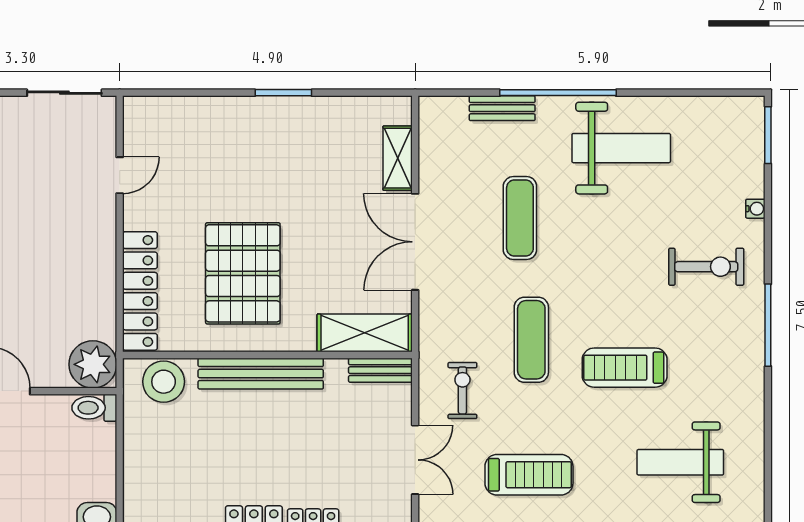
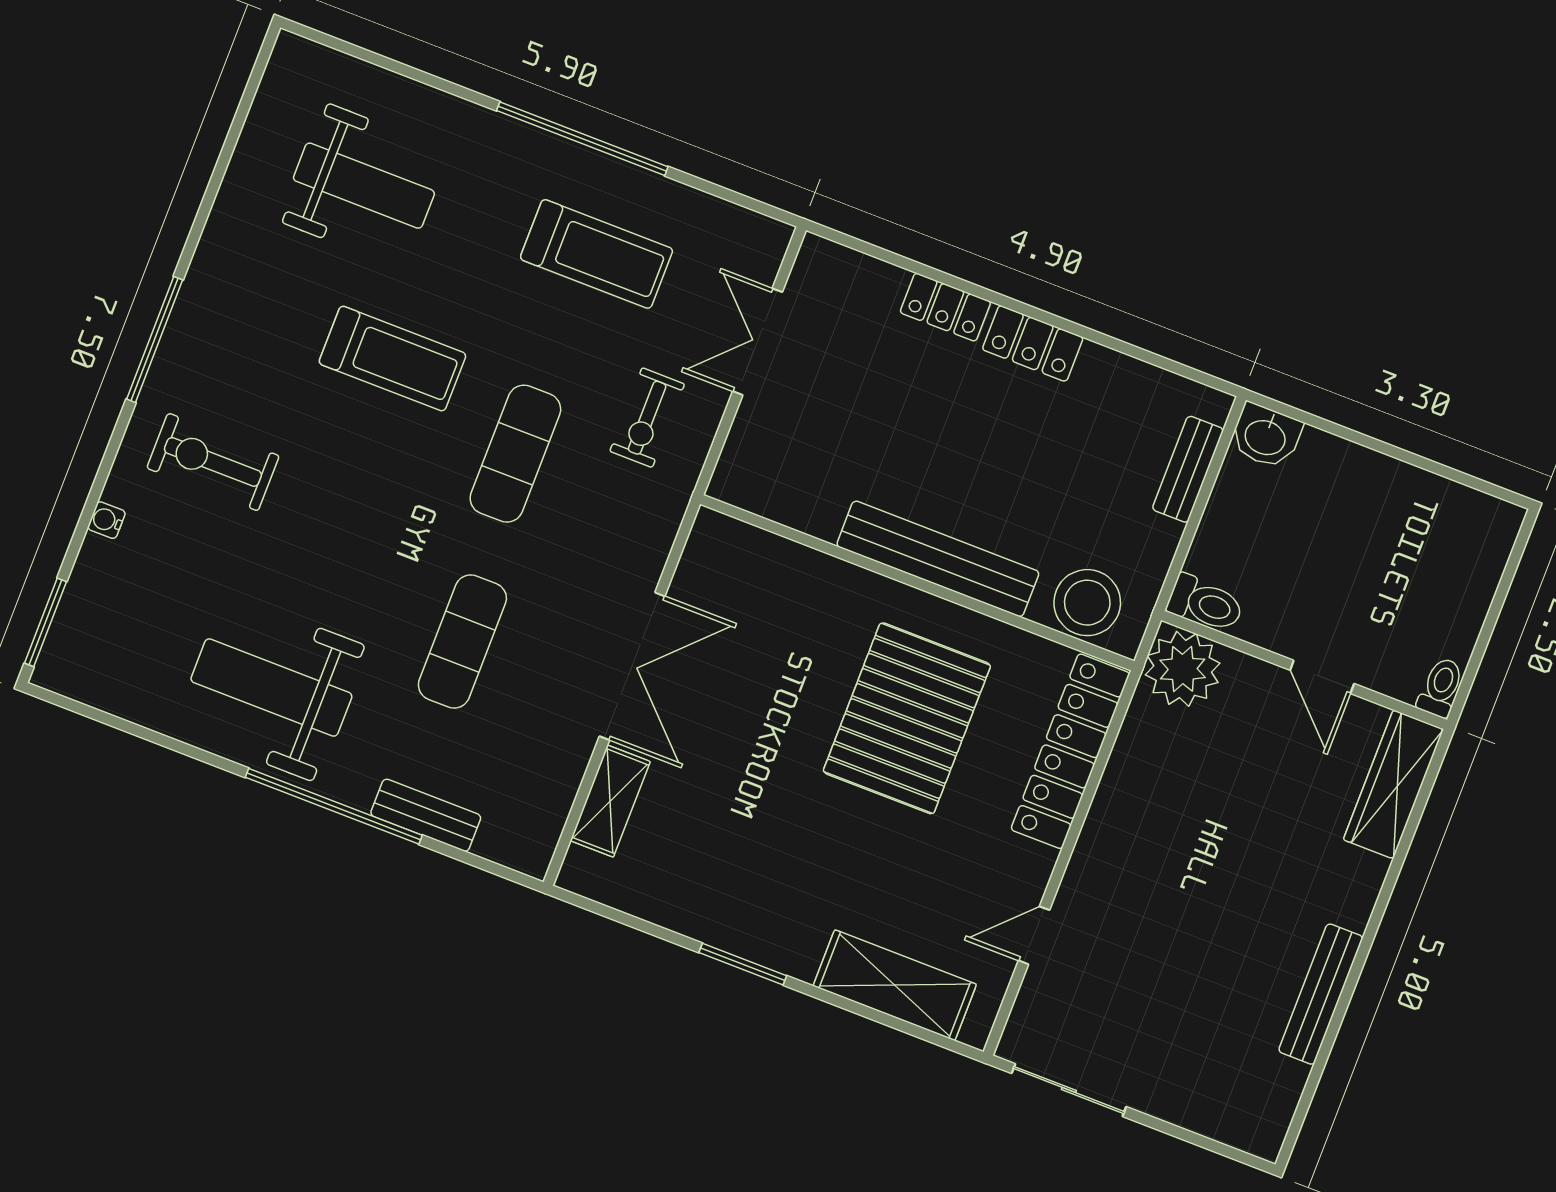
shelving: (365, 333) -> (895, 985), moved
bench: (380, 370) -> (1188, 469), moved, turned 90
treadmill: (529, 475) -> (597, 254), turned 180

